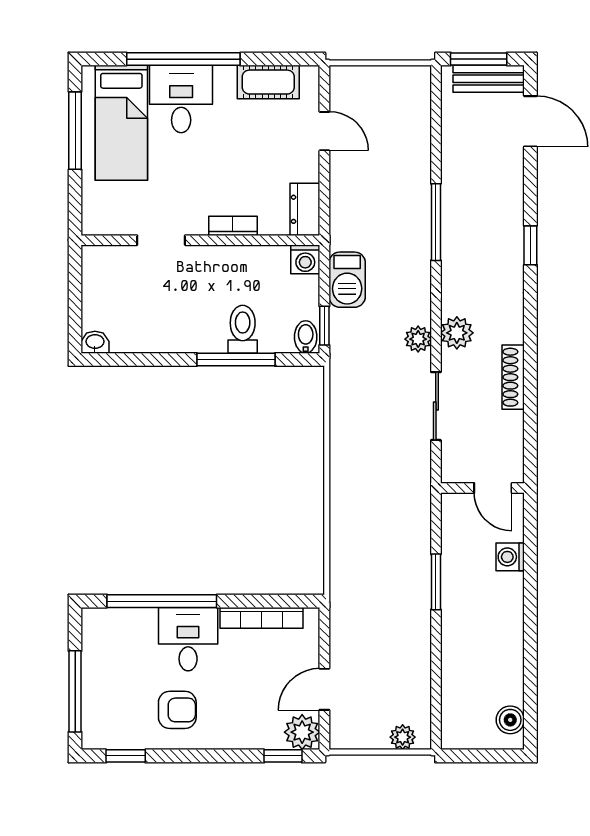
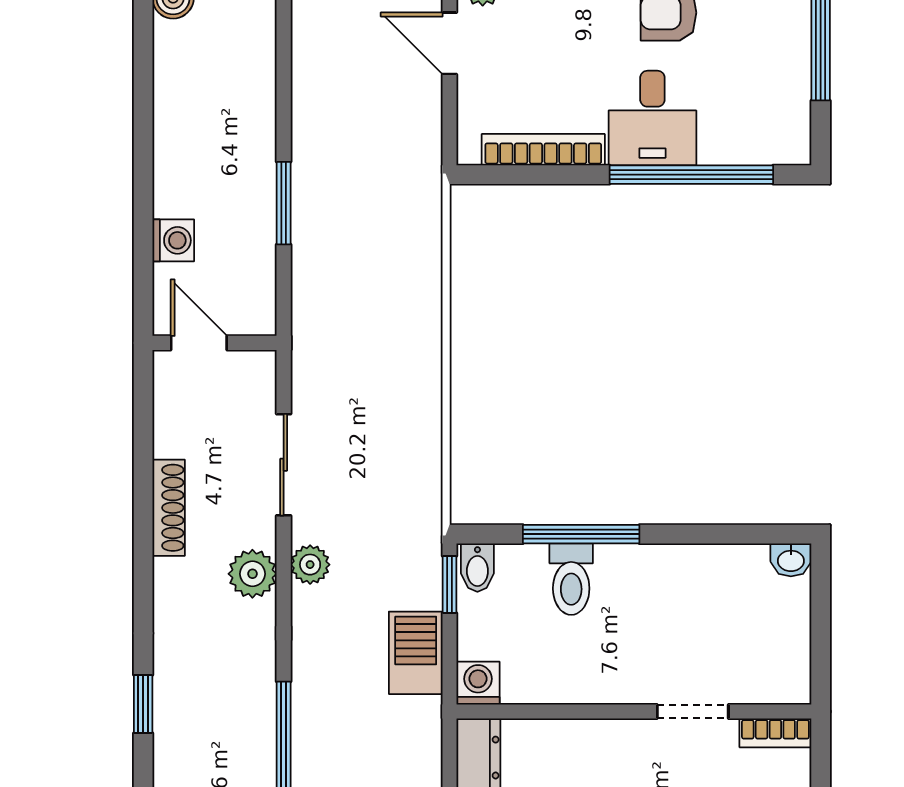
bookcase: (233, 226) -> (775, 733), moved
door: (324, 689) -> (450, 43), swing flipped

